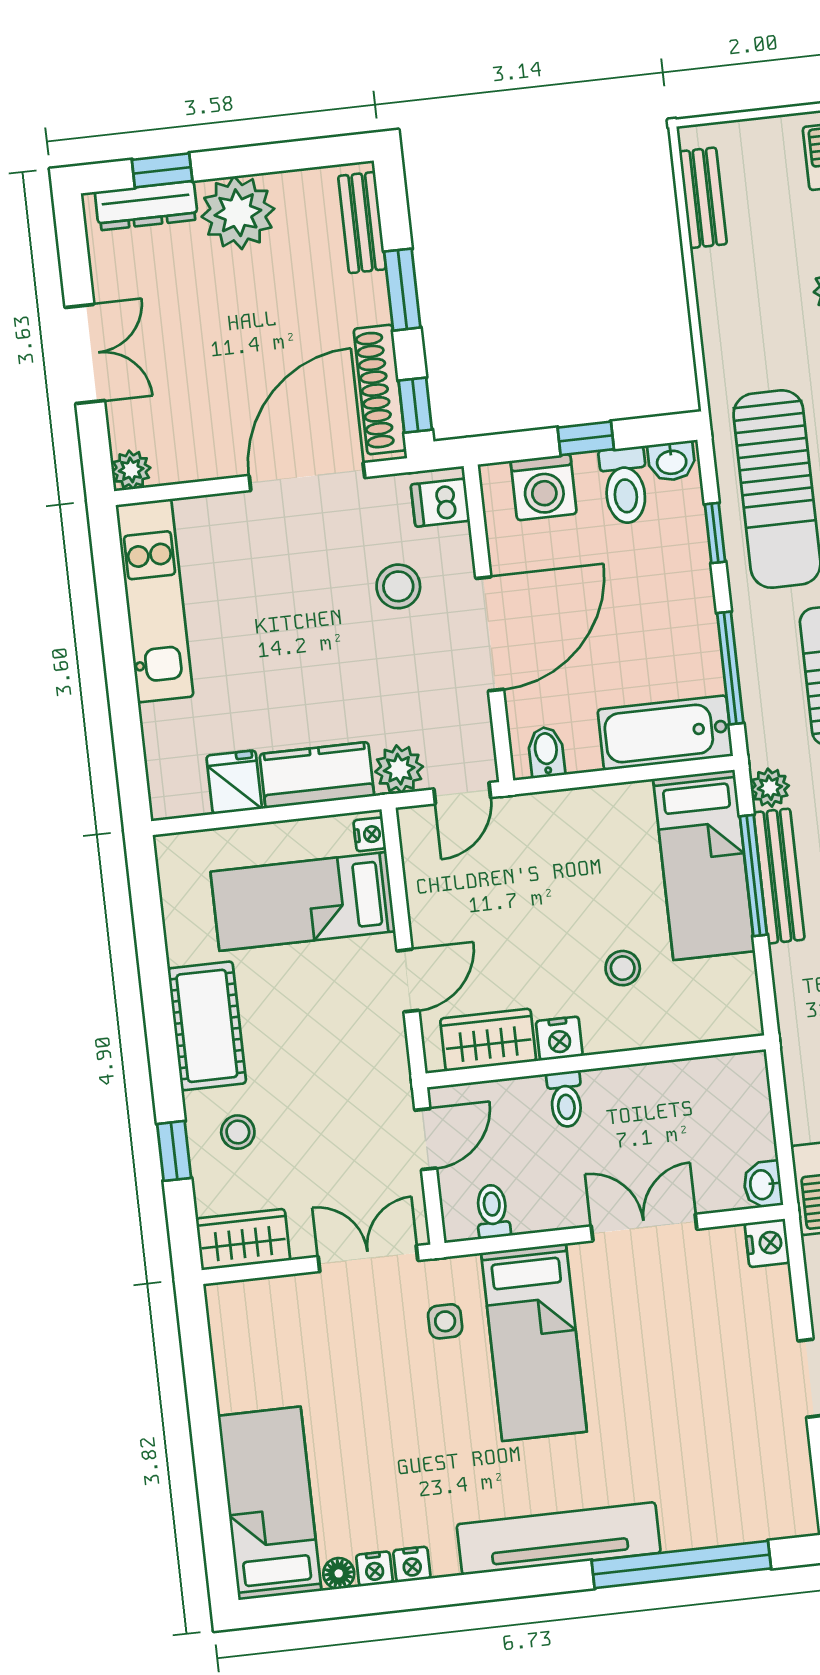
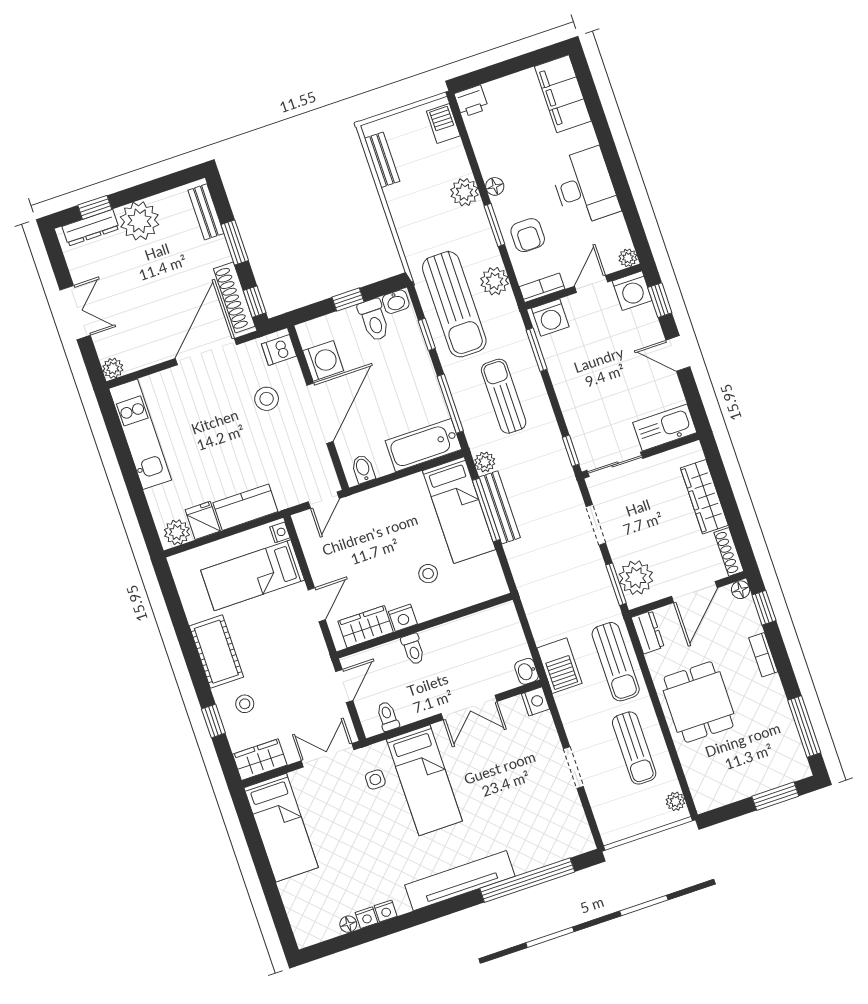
washing machine: (544, 487) -> (323, 361), moved, turned -90
plant: (399, 769) -> (177, 532), moved
double door: (644, 1228) -> (469, 707), swing flipped
bed: (270, 1503) -> (281, 828), moved, turned 180

